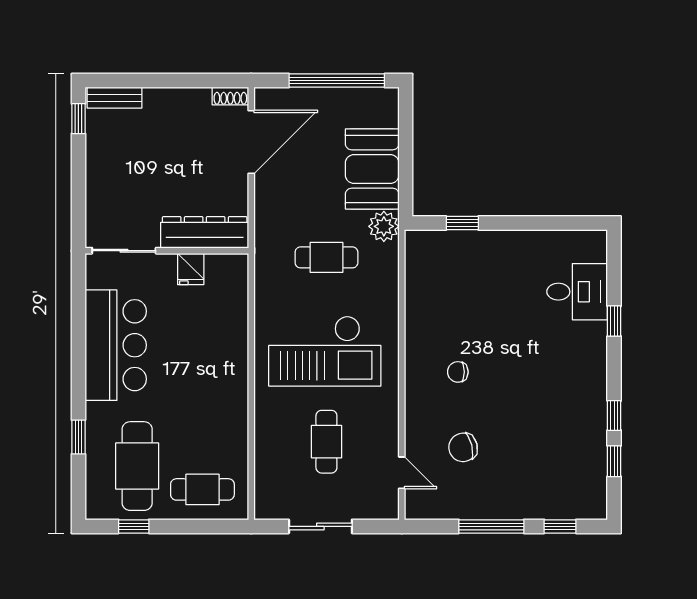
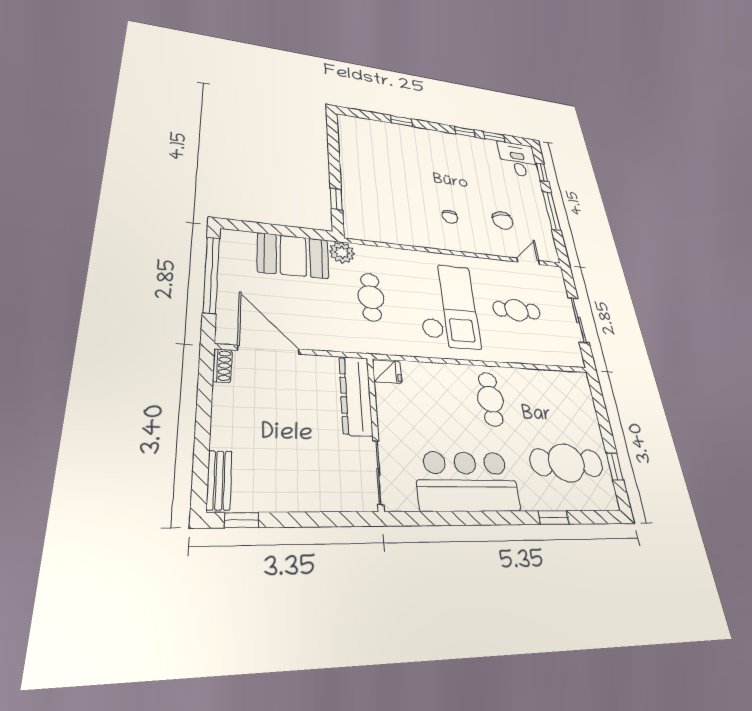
fridge: (191, 269) -> (387, 371), moved
desk: (577, 292) -> (518, 159), moved
cafe table: (202, 489) -> (491, 399), moved

